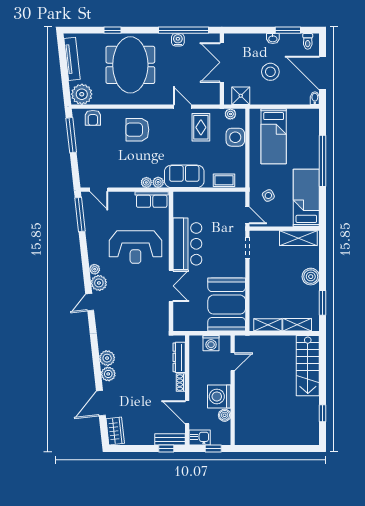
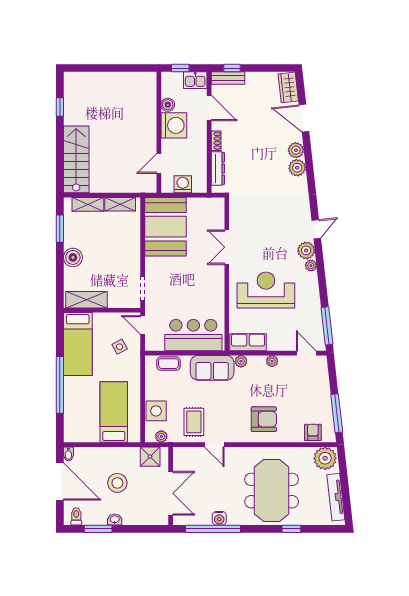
plant: (146, 182) -> (272, 361), moved
bar counter: (187, 244) -> (193, 335), moved, turned 90
door: (101, 403) -> (304, 118), swing flipped

